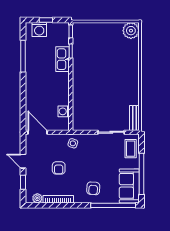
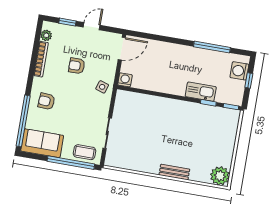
washing machine: (64, 111) -> (125, 80), moved
bench: (134, 118) -> (174, 172), moved
window: (142, 174) -> (71, 163), moved

